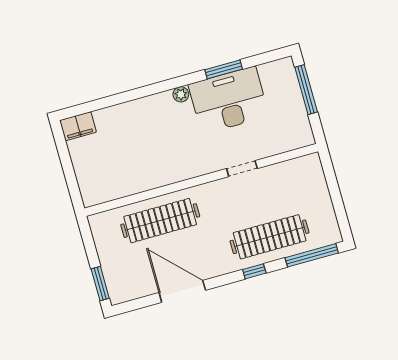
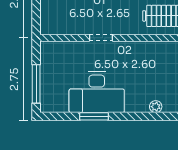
plant: (181, 94) -> (156, 107), moved

